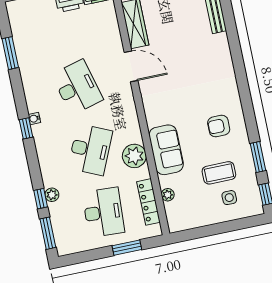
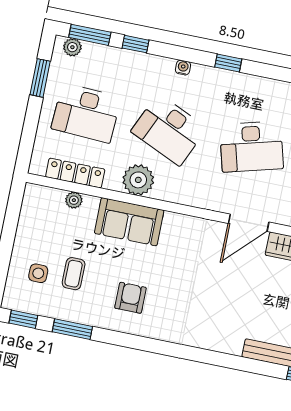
water cooler: (34, 118) -> (183, 68), moved
coffee table: (219, 173) -> (74, 274), width x0.73, depth x0.77
plant: (52, 195) -> (72, 47), moved
window: (127, 248) -> (40, 78), moved

